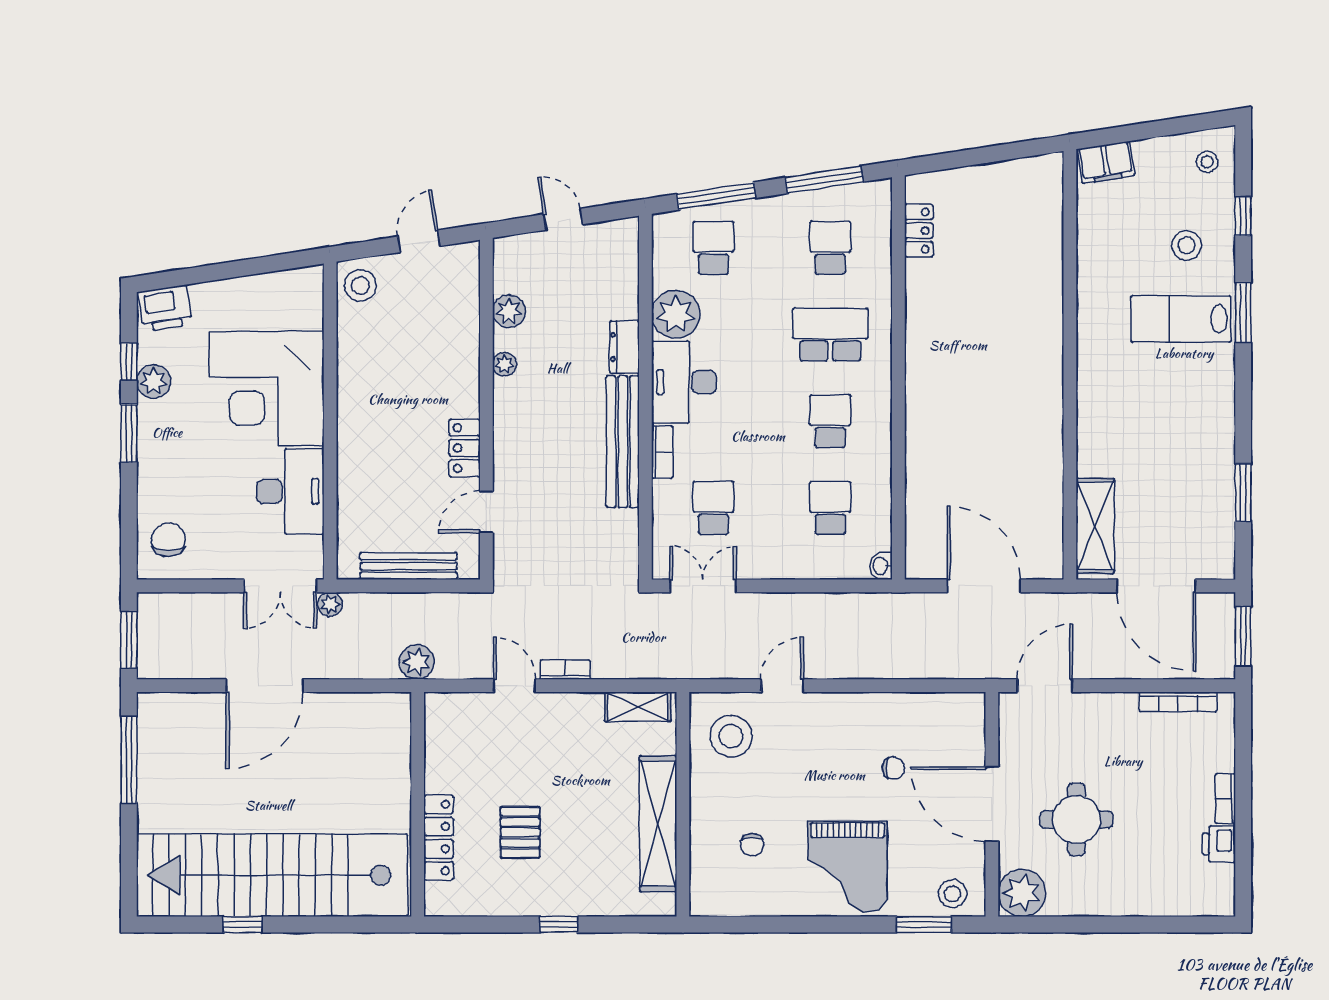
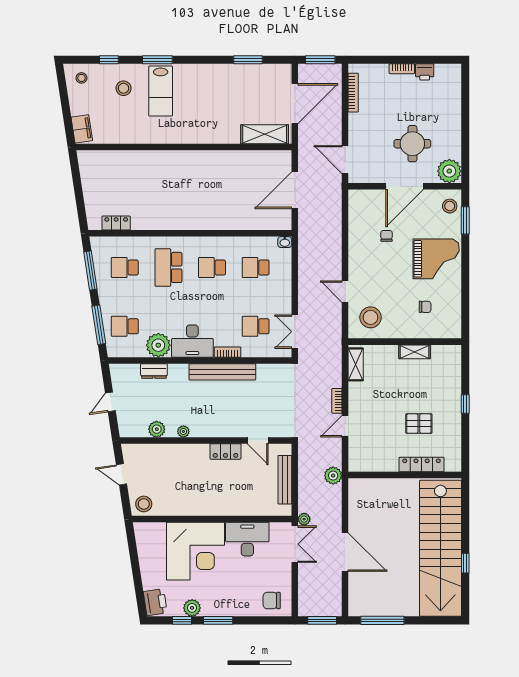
dresser: (624, 347) -> (154, 371), moved
shelving: (658, 824) -> (415, 352), width x0.45, depth x0.75

